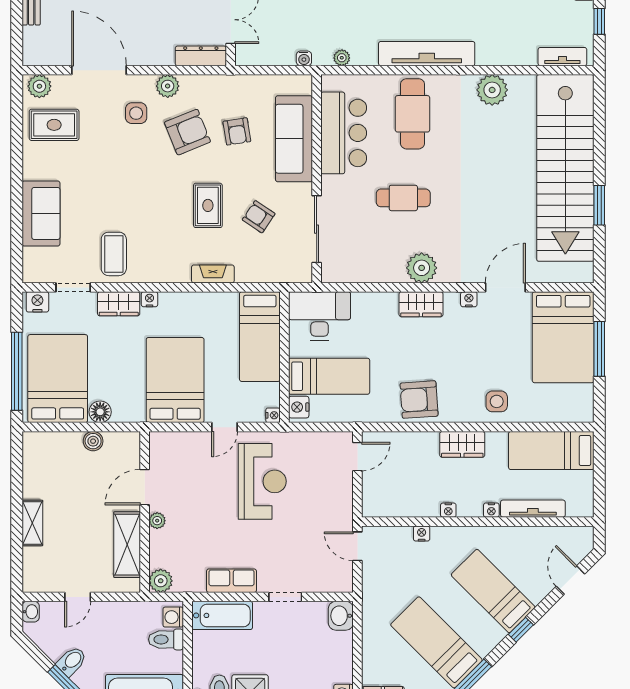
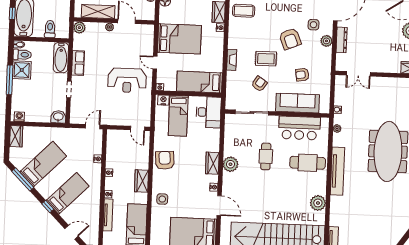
dresser: (201, 56) -> (342, 40), moved
armchair: (187, 132) -> (290, 39), moved
washing machine: (173, 617) -> (61, 33), removed

